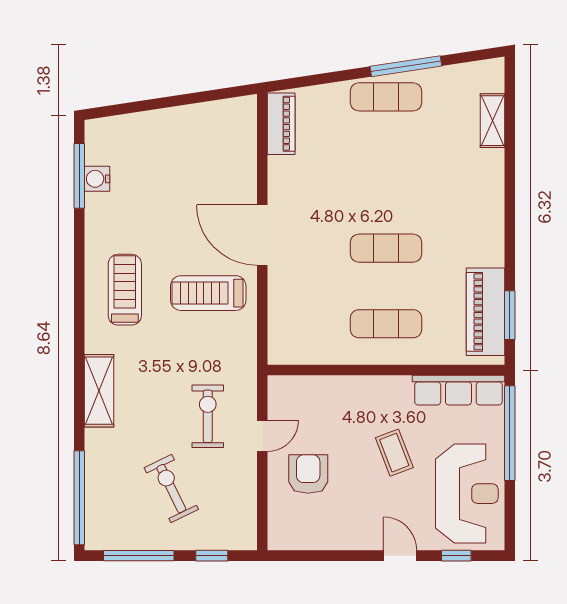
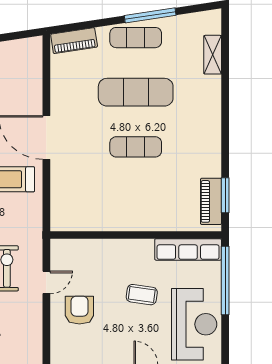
piano: (281, 124) -> (74, 41), moved, turned 81
piano: (485, 312) -> (211, 201), width x0.73, depth x0.75
exercise mat: (386, 324) -> (136, 92), moved, width x1.36, depth x1.45
coffee table: (394, 453) -> (142, 295), turned -61

